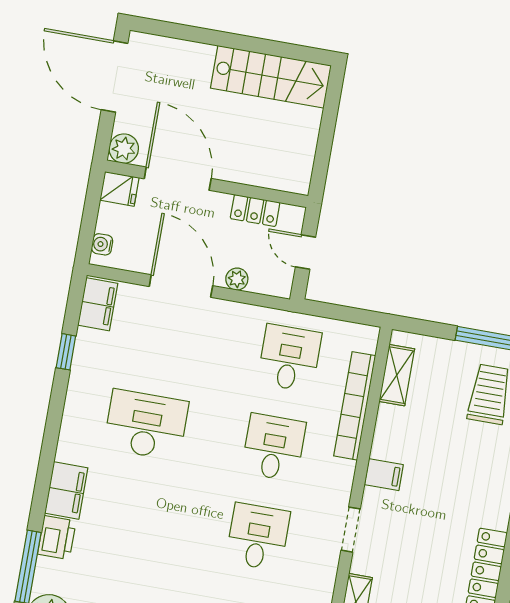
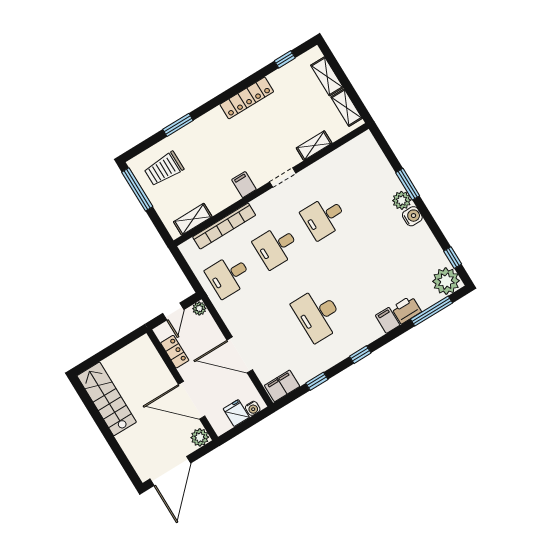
door: (178, 179) -> (192, 400), hinge flipped
fridge: (119, 189) -> (236, 413), moved
plant: (237, 279) -> (199, 308), moved
door: (181, 286) -> (240, 355), hinge flipped
window: (52, 433) -> (360, 355), added
filing cabinet: (66, 490) -> (388, 320), width x0.50

